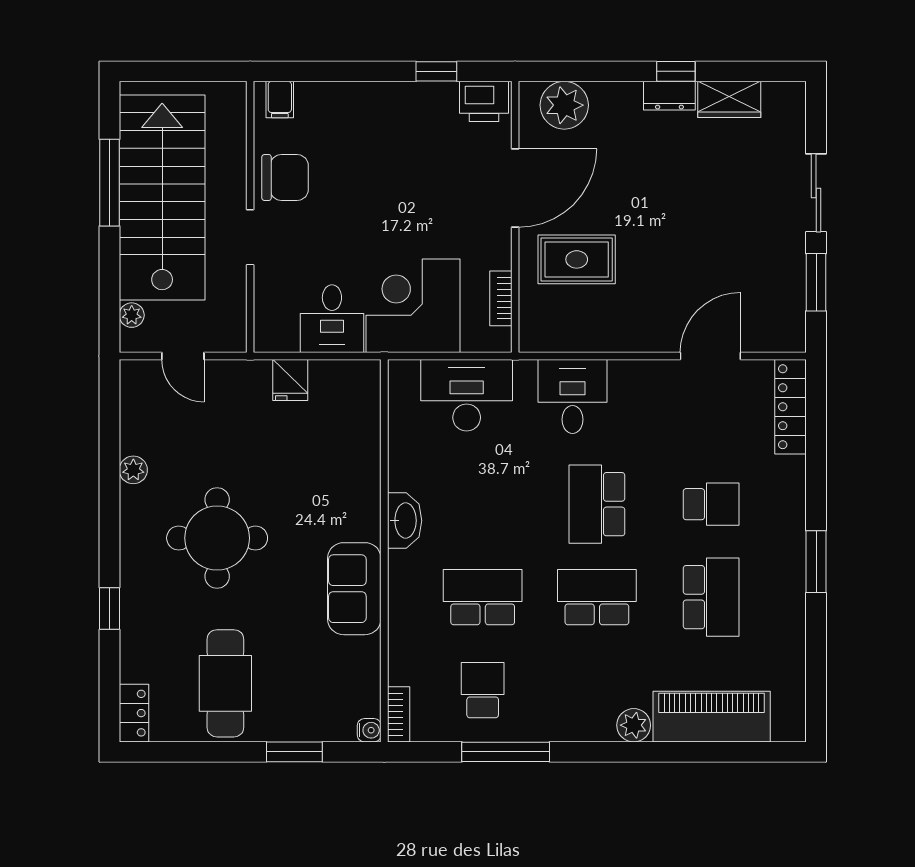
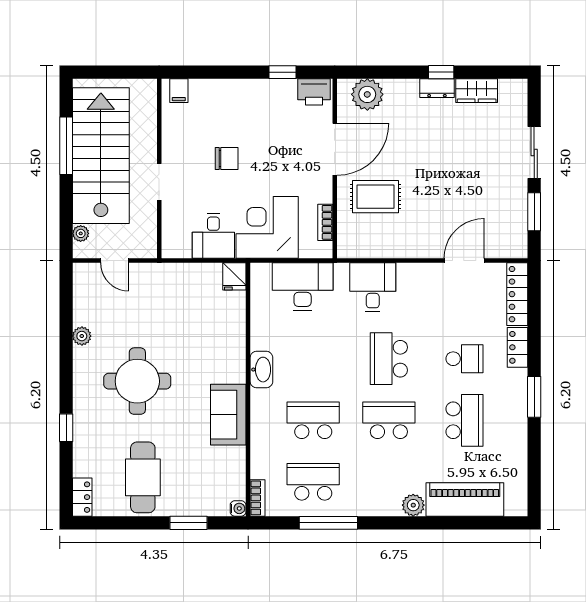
chair: (285, 177) -> (227, 158), moved, width x0.73, depth x0.73
fridge: (290, 380) -> (234, 276), moved
locker: (791, 487) -> (517, 347), added
school desk: (483, 690) -> (313, 482), width x1.85

